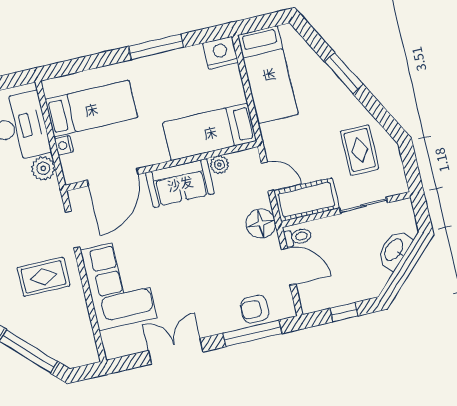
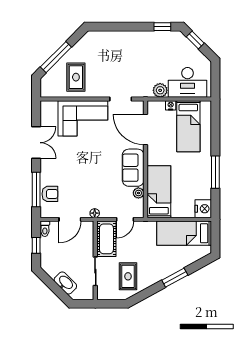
rug: (360, 150) -> (128, 276), turned 90
floor lamp: (261, 224) -> (95, 213), width x0.53, depth x0.53
toilet: (298, 237) -> (45, 229), moved
rug: (43, 277) -> (76, 77), moved
armchair: (255, 309) -> (50, 194), turned 90

